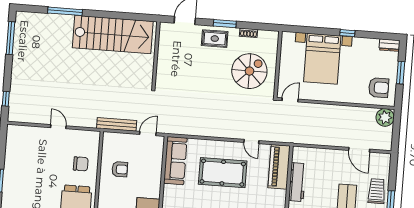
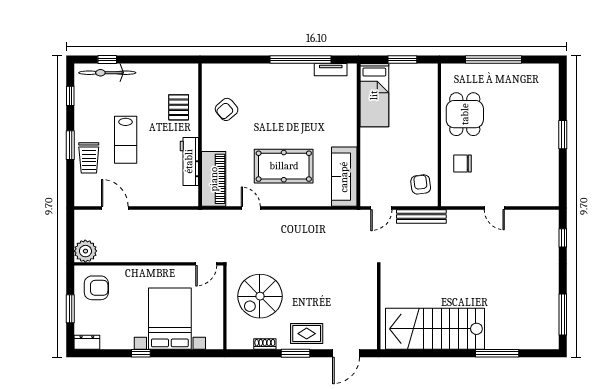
armchair: (379, 88) -> (96, 288), turned 180
armchair: (120, 169) -> (421, 184), moved, turned 83

